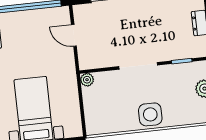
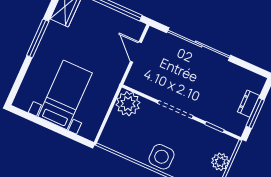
plant: (87, 80) -> (128, 104), width x1.87, depth x1.87

